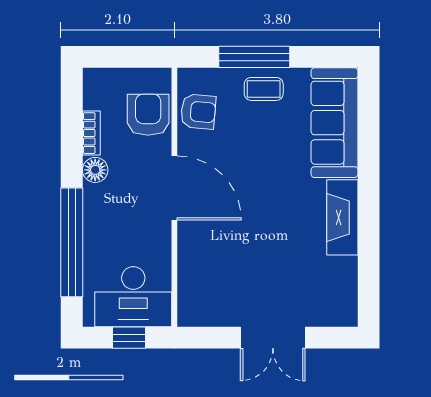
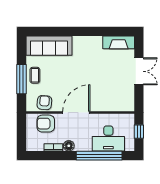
fireplace: (342, 217) -> (119, 42), moved
desk: (133, 297) -> (108, 138), moved, turned 90

